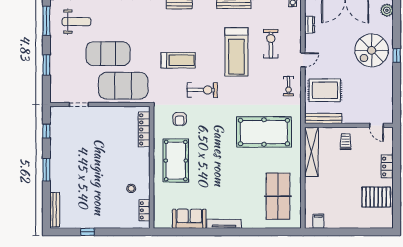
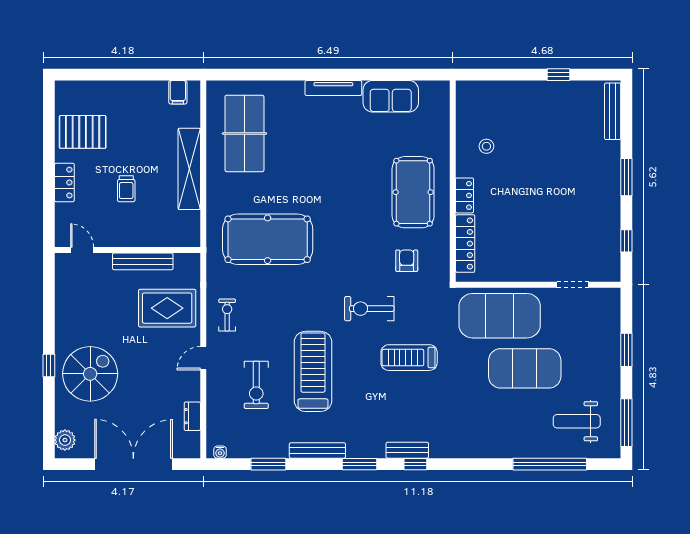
bench: (323, 119) -> (143, 261), moved
trolley: (346, 142) -> (126, 189), moved
shelving: (311, 152) -> (189, 169), moved
locker: (145, 210) -> (465, 195), moved

